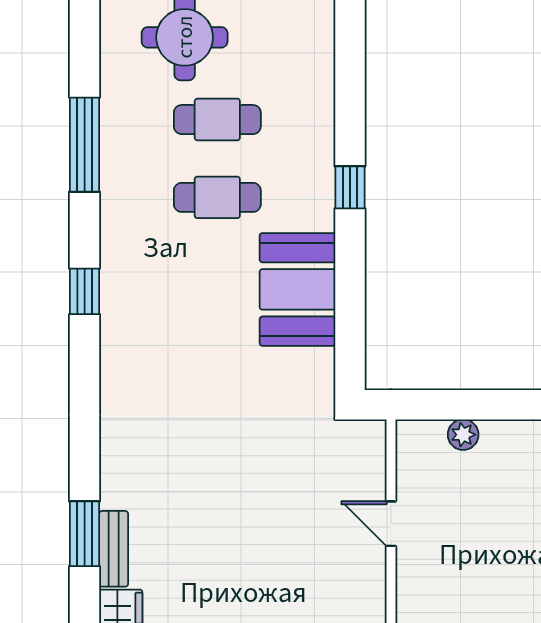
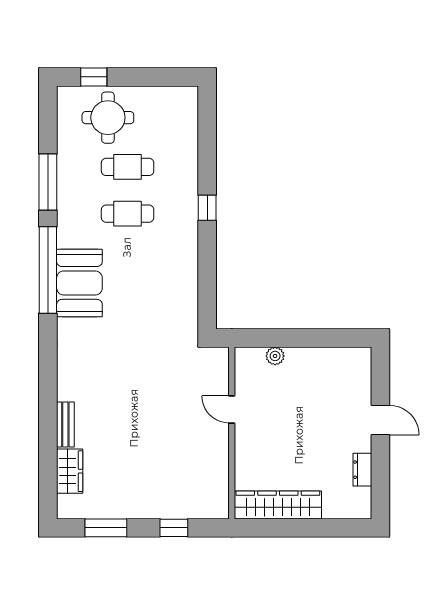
booth: (298, 289) -> (79, 283), moved
window: (85, 291) -> (48, 270), width x3.17
window: (85, 534) -> (48, 415), removed

